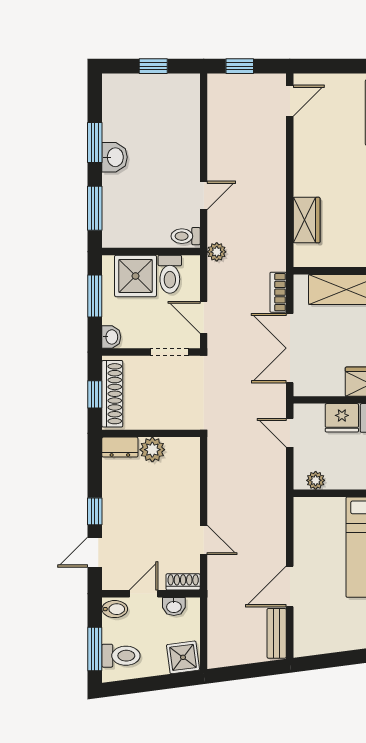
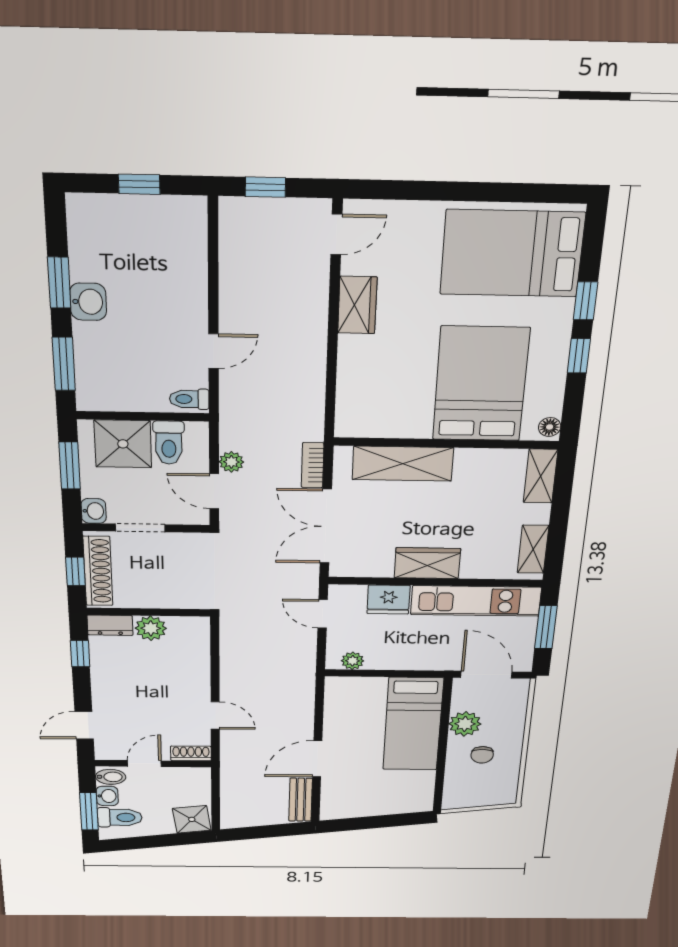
wardrobe: (307, 220) -> (357, 305), moved
plant: (217, 252) -> (231, 462), moved
doorway: (169, 352) -> (140, 528), moved
window: (95, 511) -> (80, 654), moved
washbasin: (174, 606) -> (107, 796), moved, turned -90

